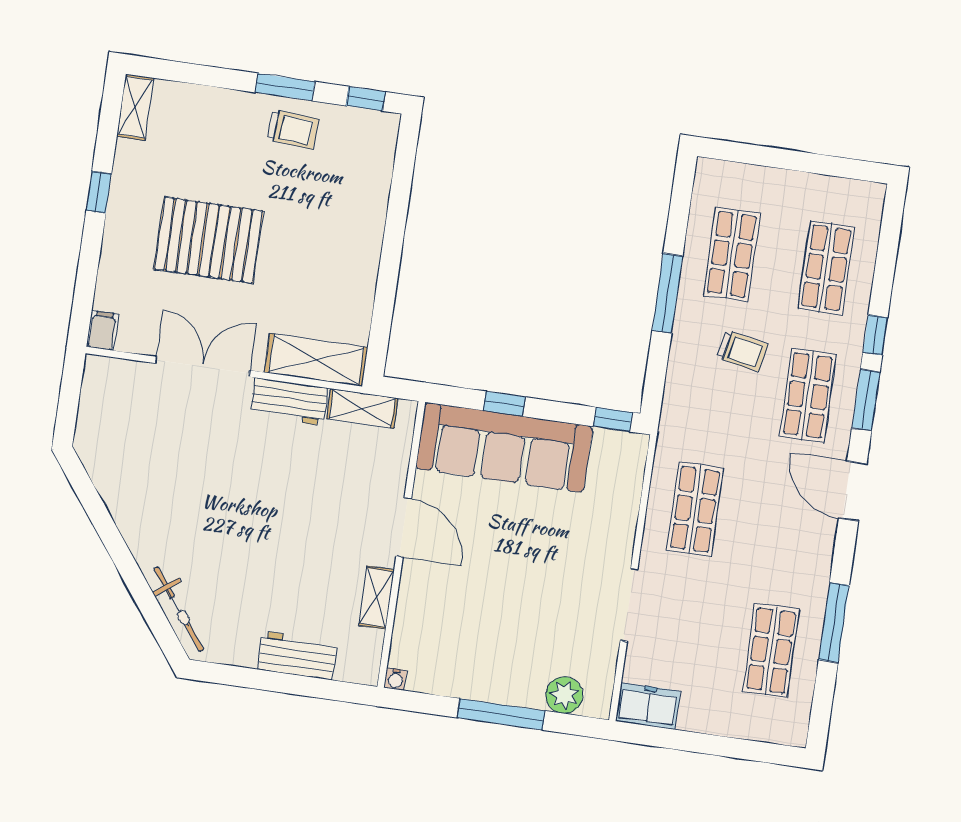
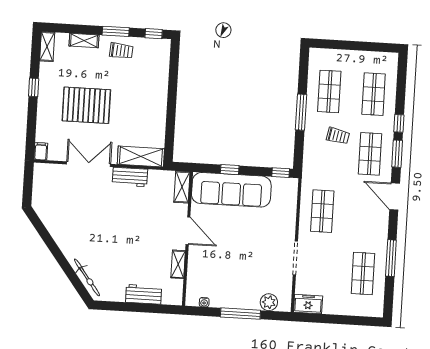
shelving: (215, 101) -> (84, 41), added
shelving: (362, 408) -> (182, 187), moved, turned 90
water cooler: (395, 679) -> (204, 302), moved

